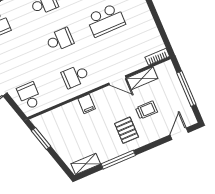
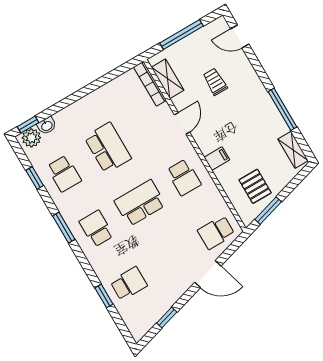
school desk: (60, 40) -> (140, 203), width x1.85
bookcase: (157, 57) -> (150, 84), width x1.56
shelving: (142, 78) -> (168, 79), moved
pallet: (127, 130) -> (255, 186), moved, turned 90

